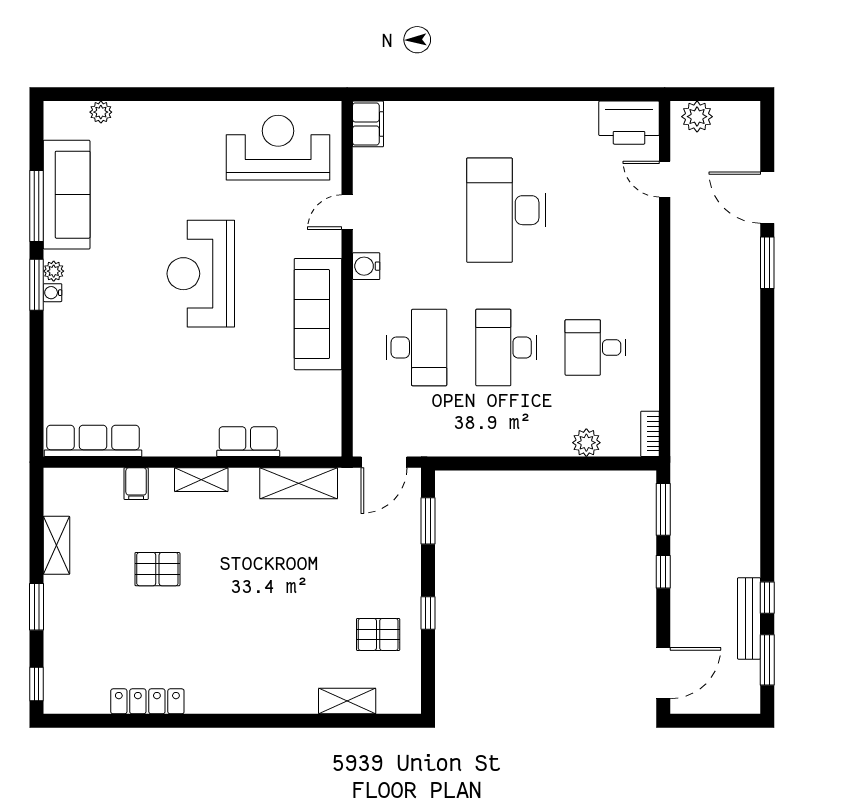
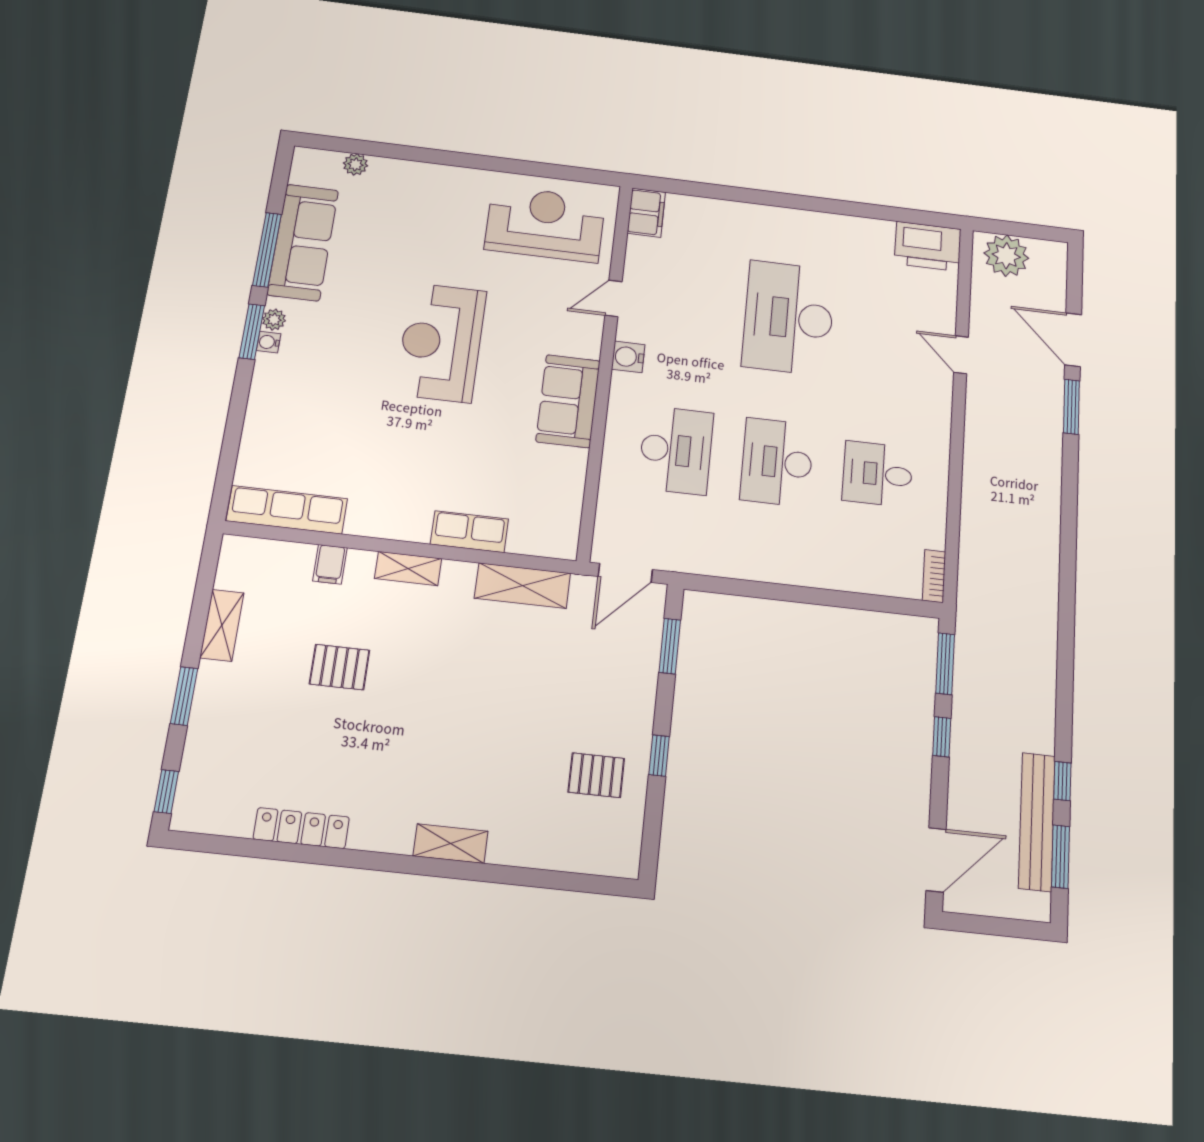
plant: (697, 117) -> (1006, 256), width x1.36, depth x1.36
door: (665, 179) -> (961, 355), moved
sofa: (318, 314) -> (568, 401), width x0.73
plant: (586, 443) -> (861, 578), removed
bench: (749, 618) -> (1037, 822), width x1.37, depth x1.21
shelving: (347, 701) -> (451, 844), moved

